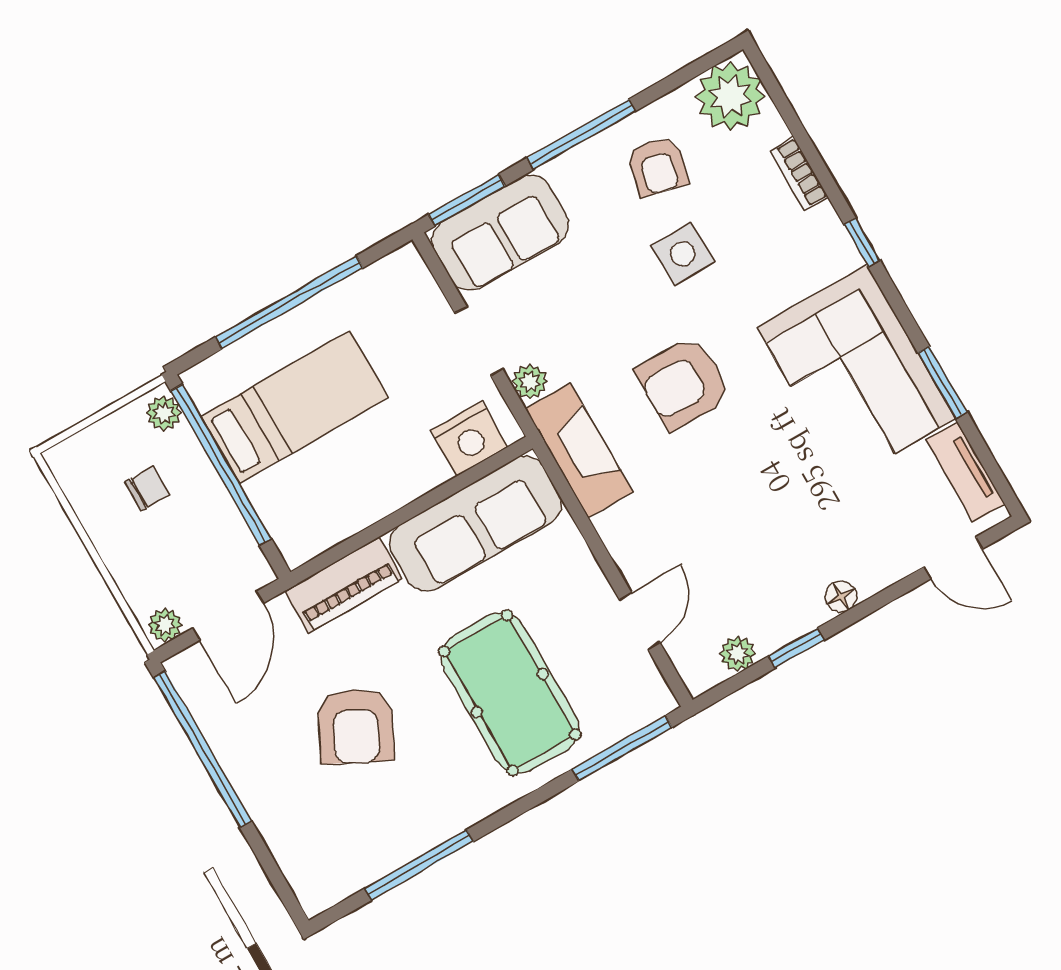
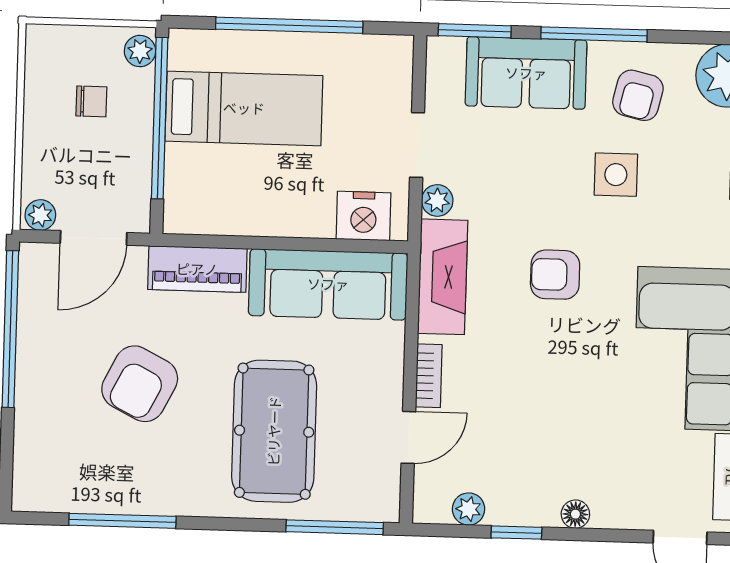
sofa: (500, 233) -> (526, 73), moved
armchair: (683, 383) -> (555, 275), width x0.72, depth x0.72
bookcase: (623, 551) -> (429, 376), added

